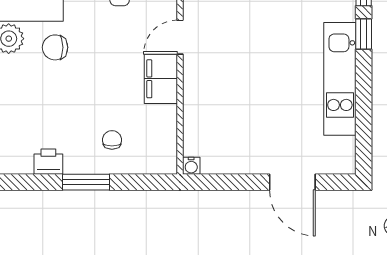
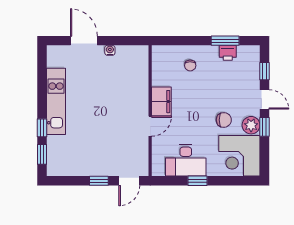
water cooler: (191, 166) -> (110, 50), moved
window: (86, 182) -> (225, 41), moved

